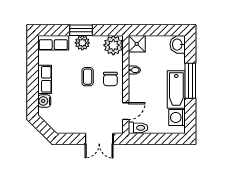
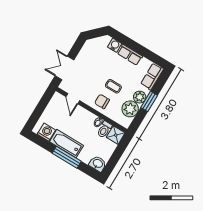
plant: (113, 45) -> (130, 109), moved
toilet: (138, 128) -> (104, 129), moved

